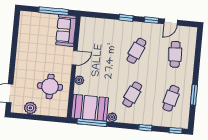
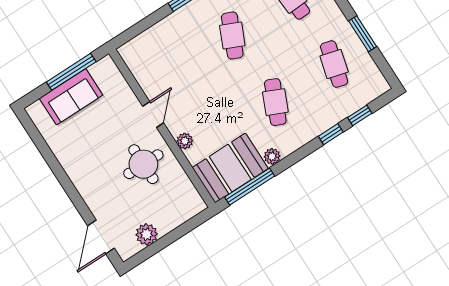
sofa: (66, 30) -> (71, 97), moved, turned -90
round table: (50, 86) -> (143, 164), moved
window: (176, 131) -> (360, 115), moved

